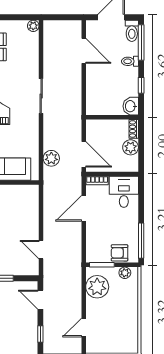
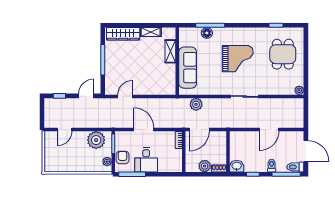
door: (84, 51) -> (269, 130), moved
desk: (124, 192) -> (146, 160), moved, turned 90
door: (84, 208) -> (144, 130), moved
door: (84, 327) -> (64, 130), swing flipped

